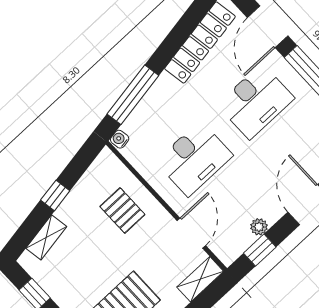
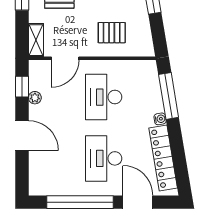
water cooler: (120, 139) -> (160, 119), moved
door: (191, 233) -> (65, 58), hinge flipped

